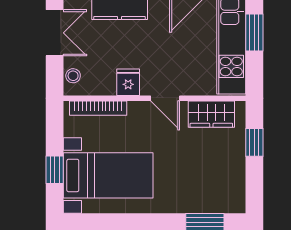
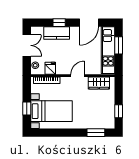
fridge: (128, 82) -> (50, 68), moved
door: (165, 98) -> (78, 76), swing flipped
window: (254, 142) -> (119, 111), moved

